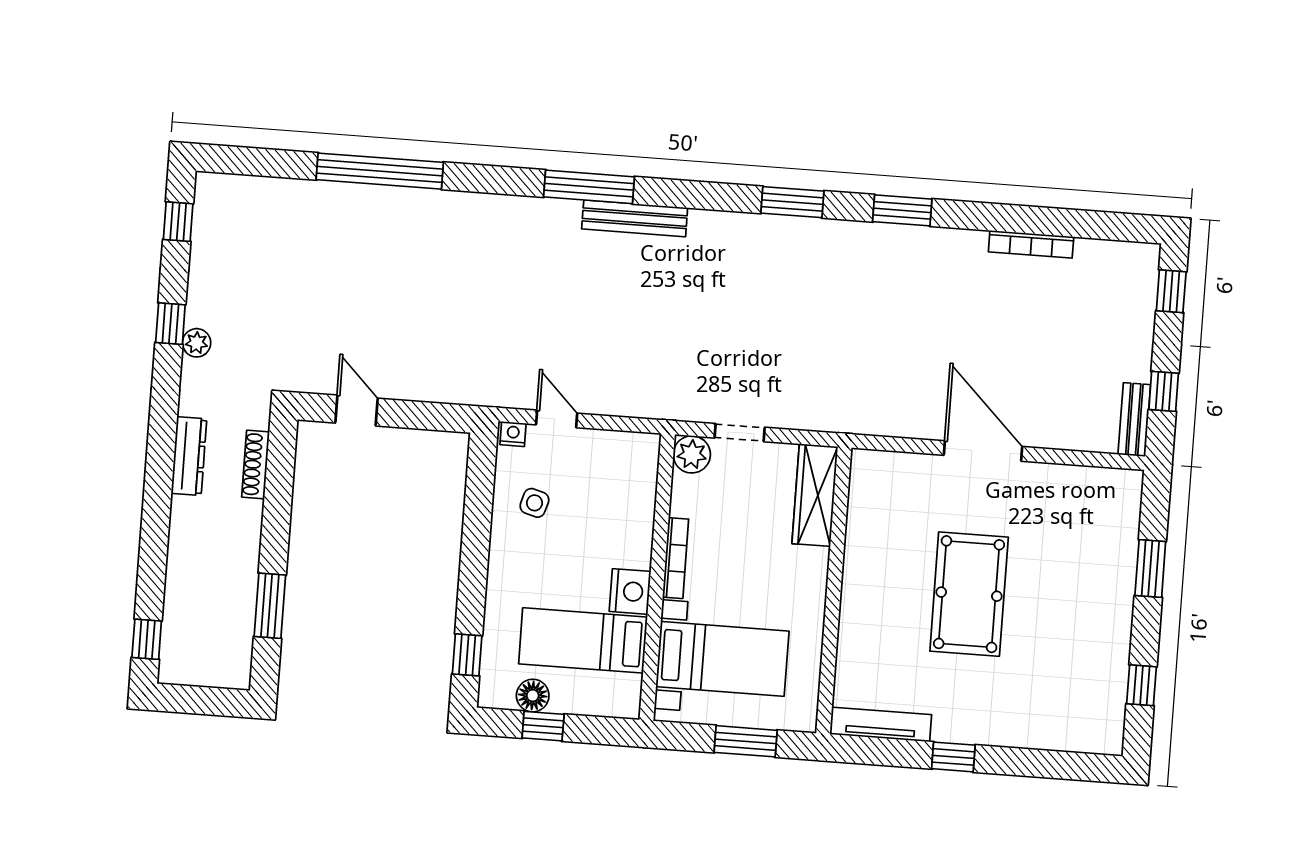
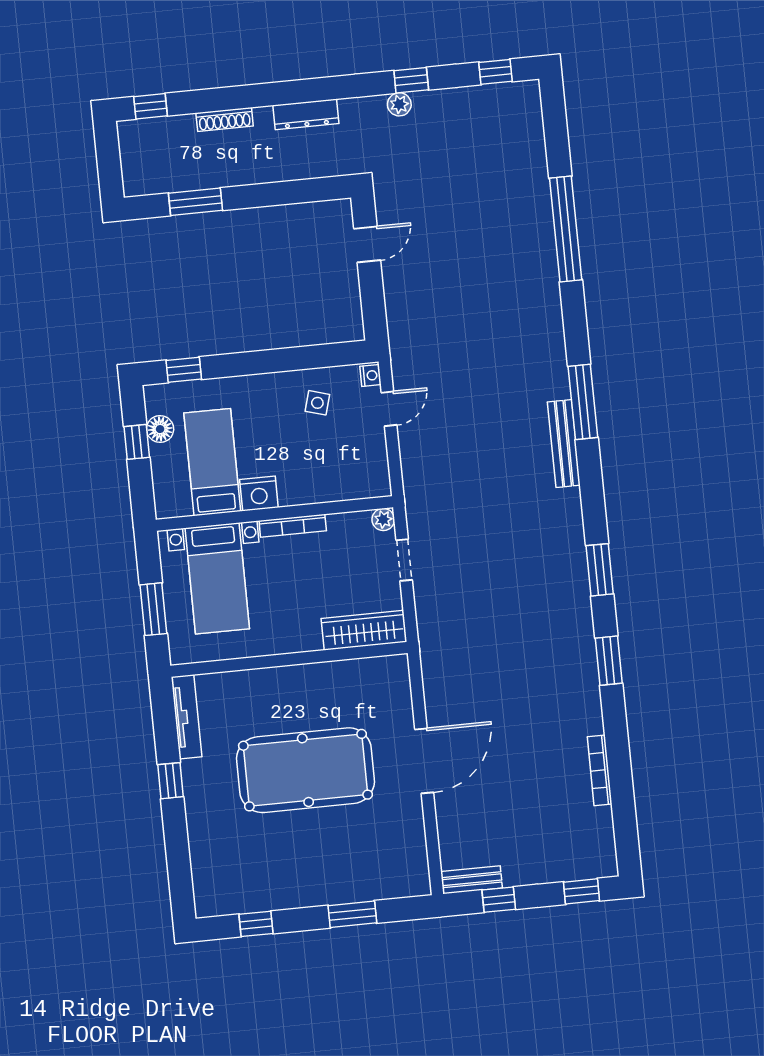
plant: (692, 454) -> (383, 519), width x0.73, depth x0.73
shoe rack: (256, 464) -> (225, 120), moved, turned 180
pool table: (969, 594) -> (305, 770), width x1.36, depth x1.32

